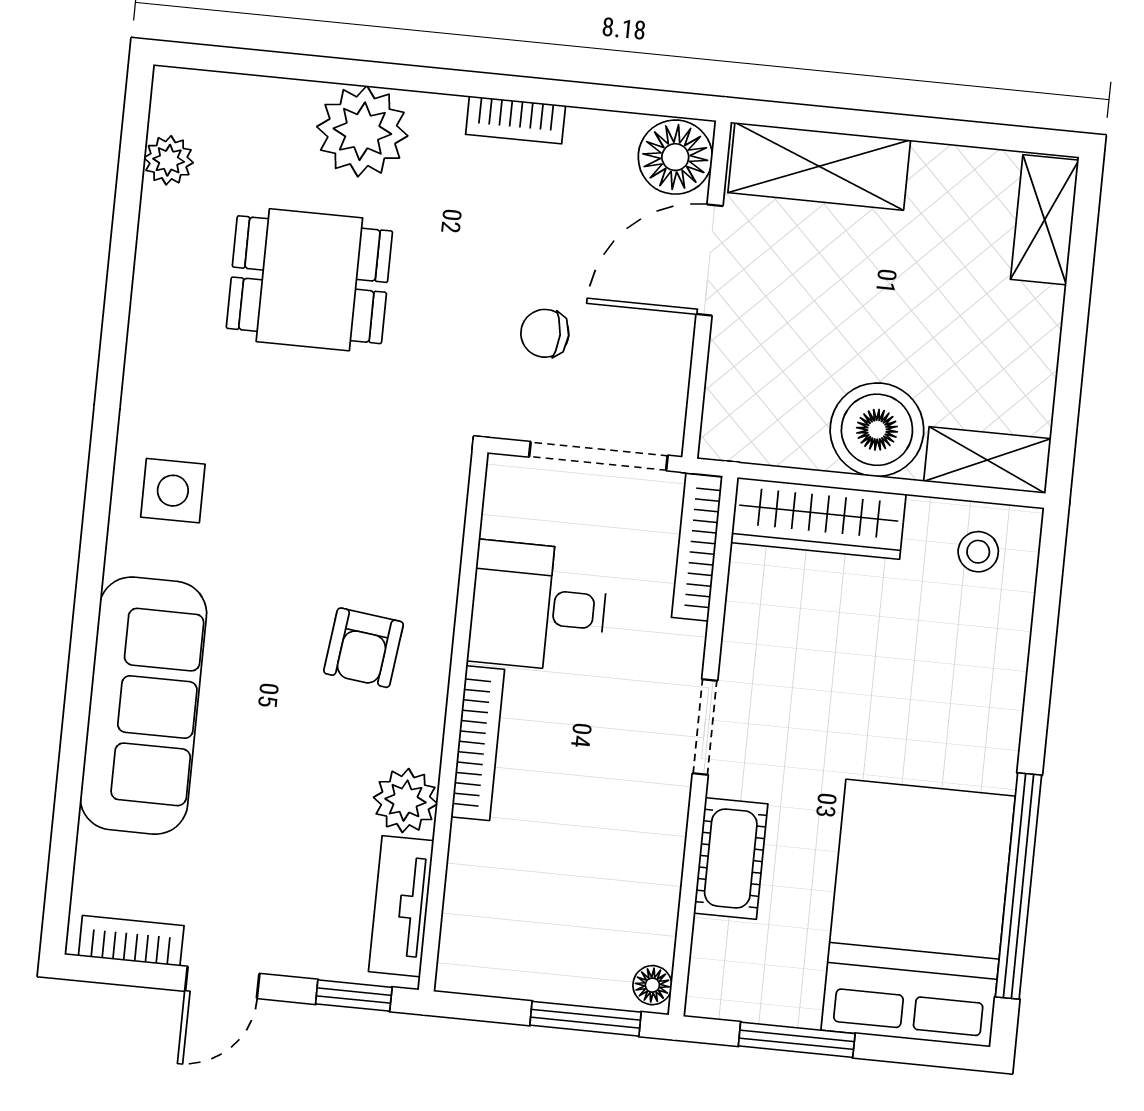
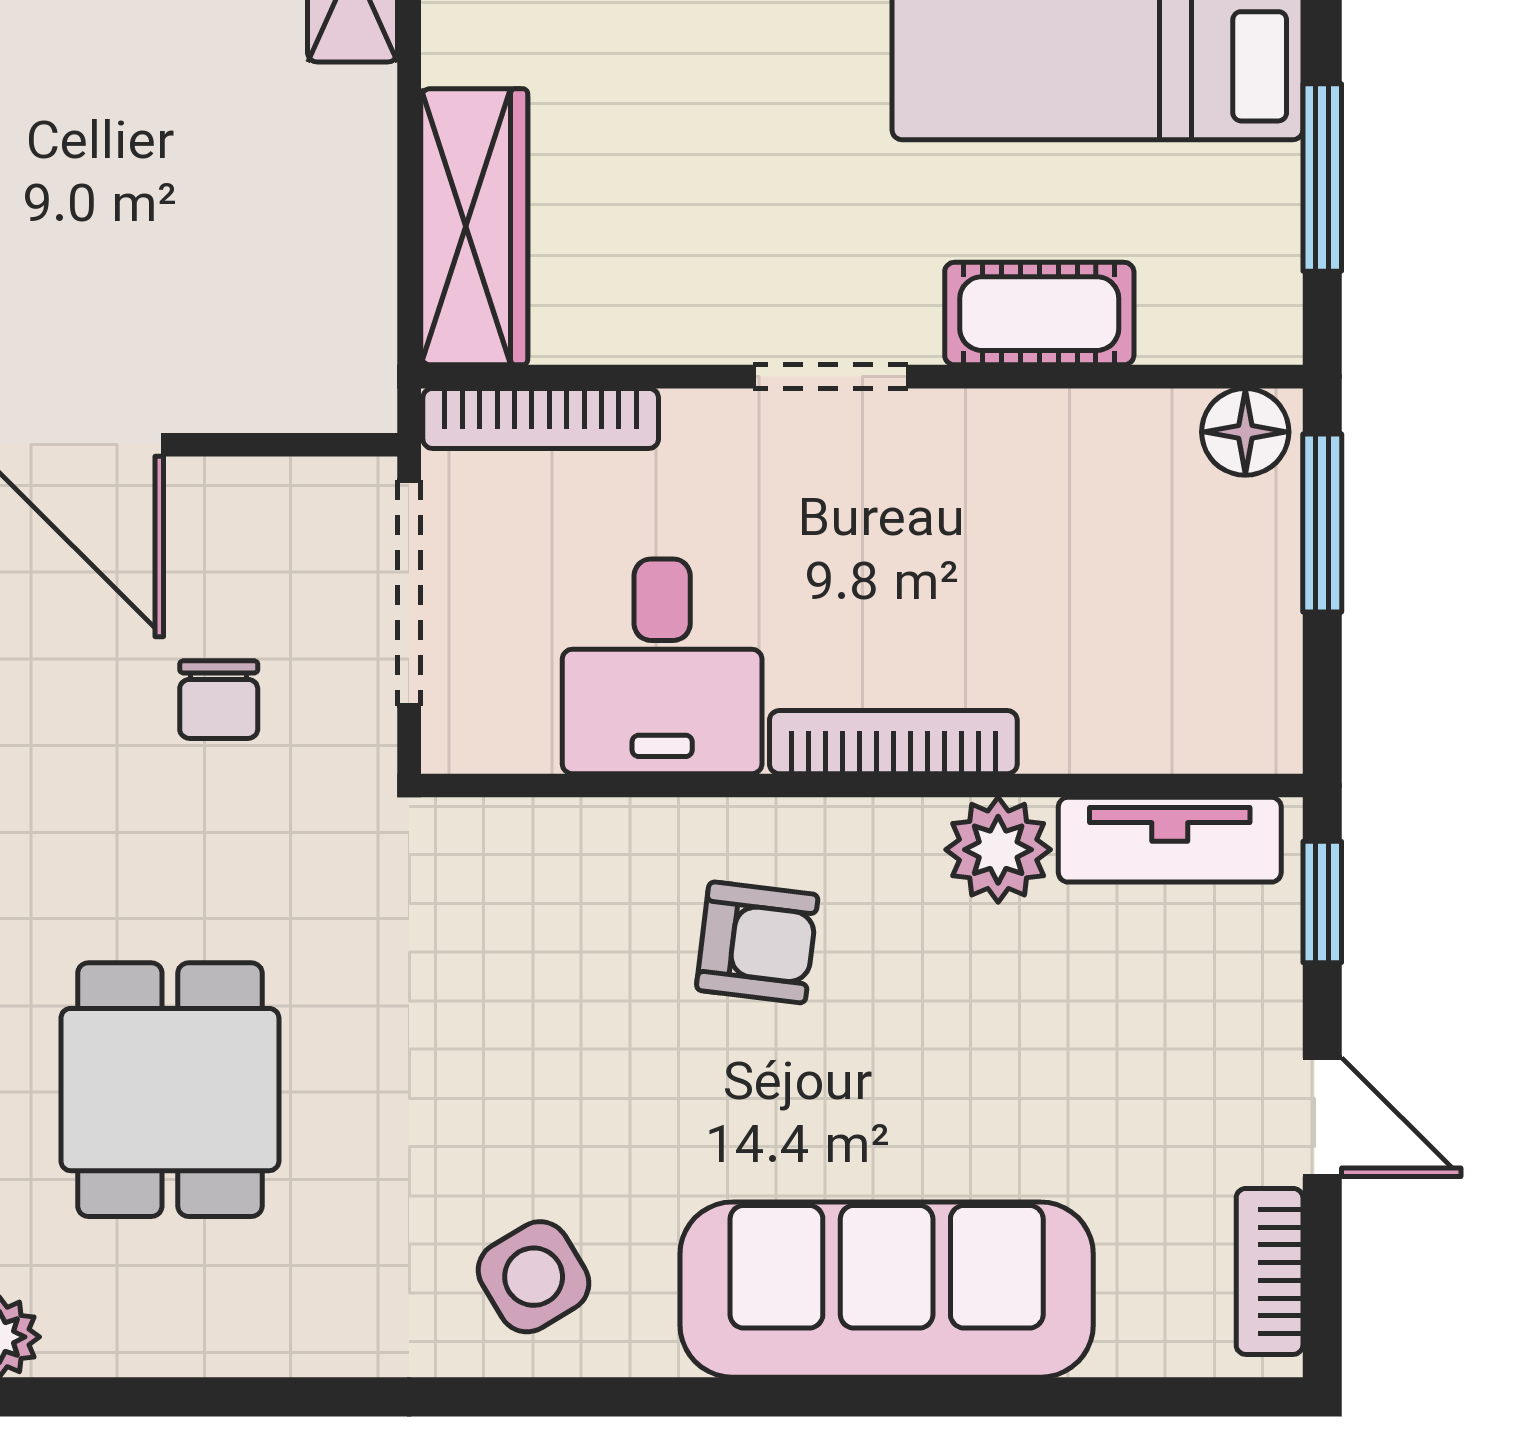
boiler: (877, 430) -> (321, 146), removed
side table: (173, 491) -> (534, 1277), turned -31
floor lamp: (652, 985) -> (1245, 432), width x1.37, depth x1.37

